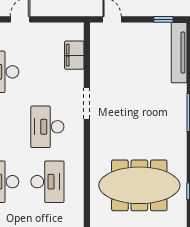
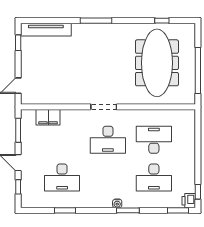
window: (59, 19) -> (18, 130), added
doorway: (87, 103) -> (104, 107), moved

